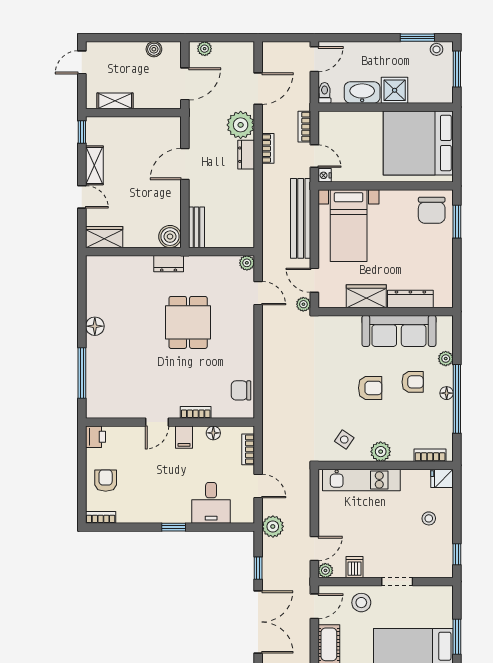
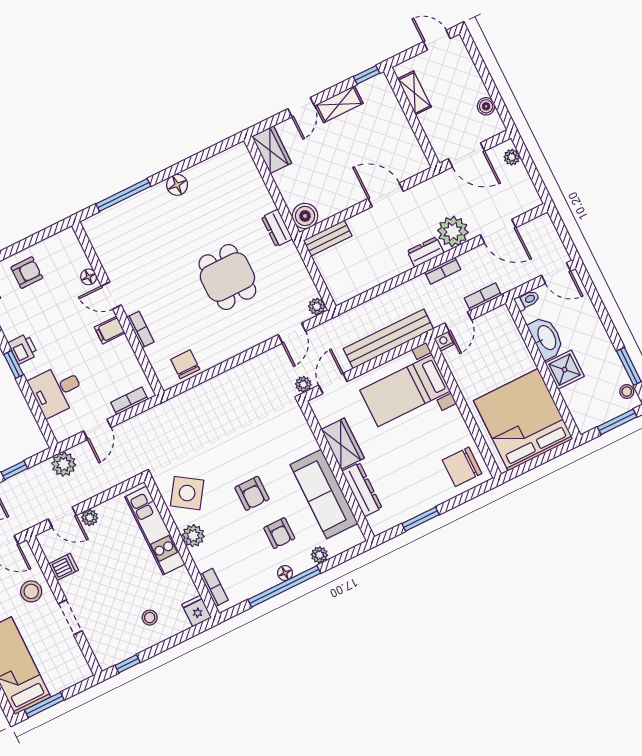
window: (457, 222) -> (420, 519), moved
dining table: (188, 322) -> (227, 277), turned 90
floor lamp: (213, 433) -> (89, 277), moved
printer: (95, 437) -> (23, 349), moved, turned -90
side table: (344, 440) -> (187, 493), width x1.87, depth x1.87
plant: (325, 570) -> (90, 518), moved

